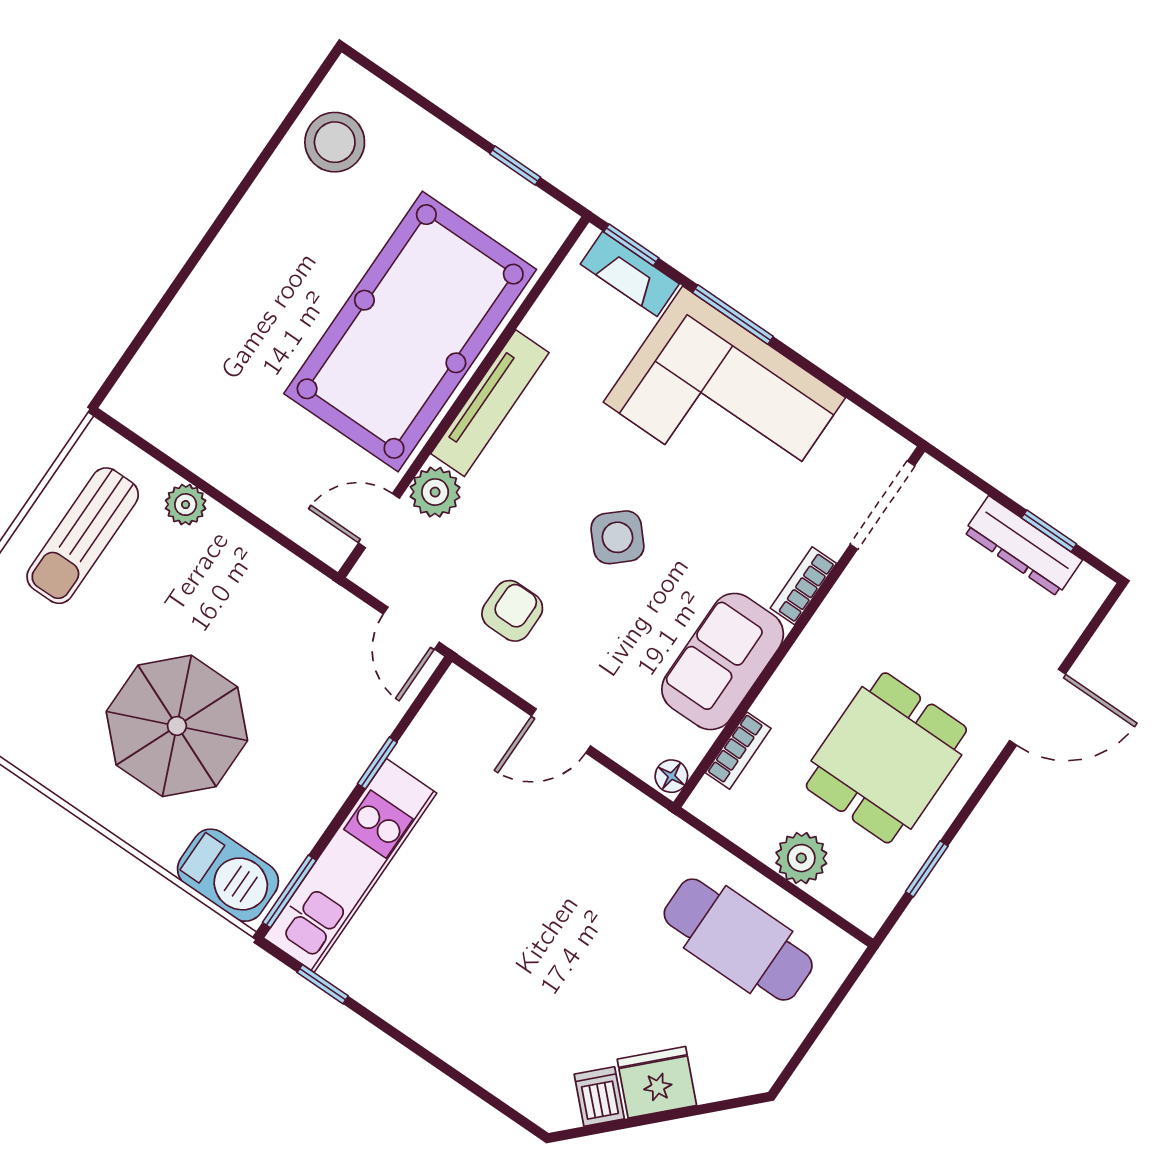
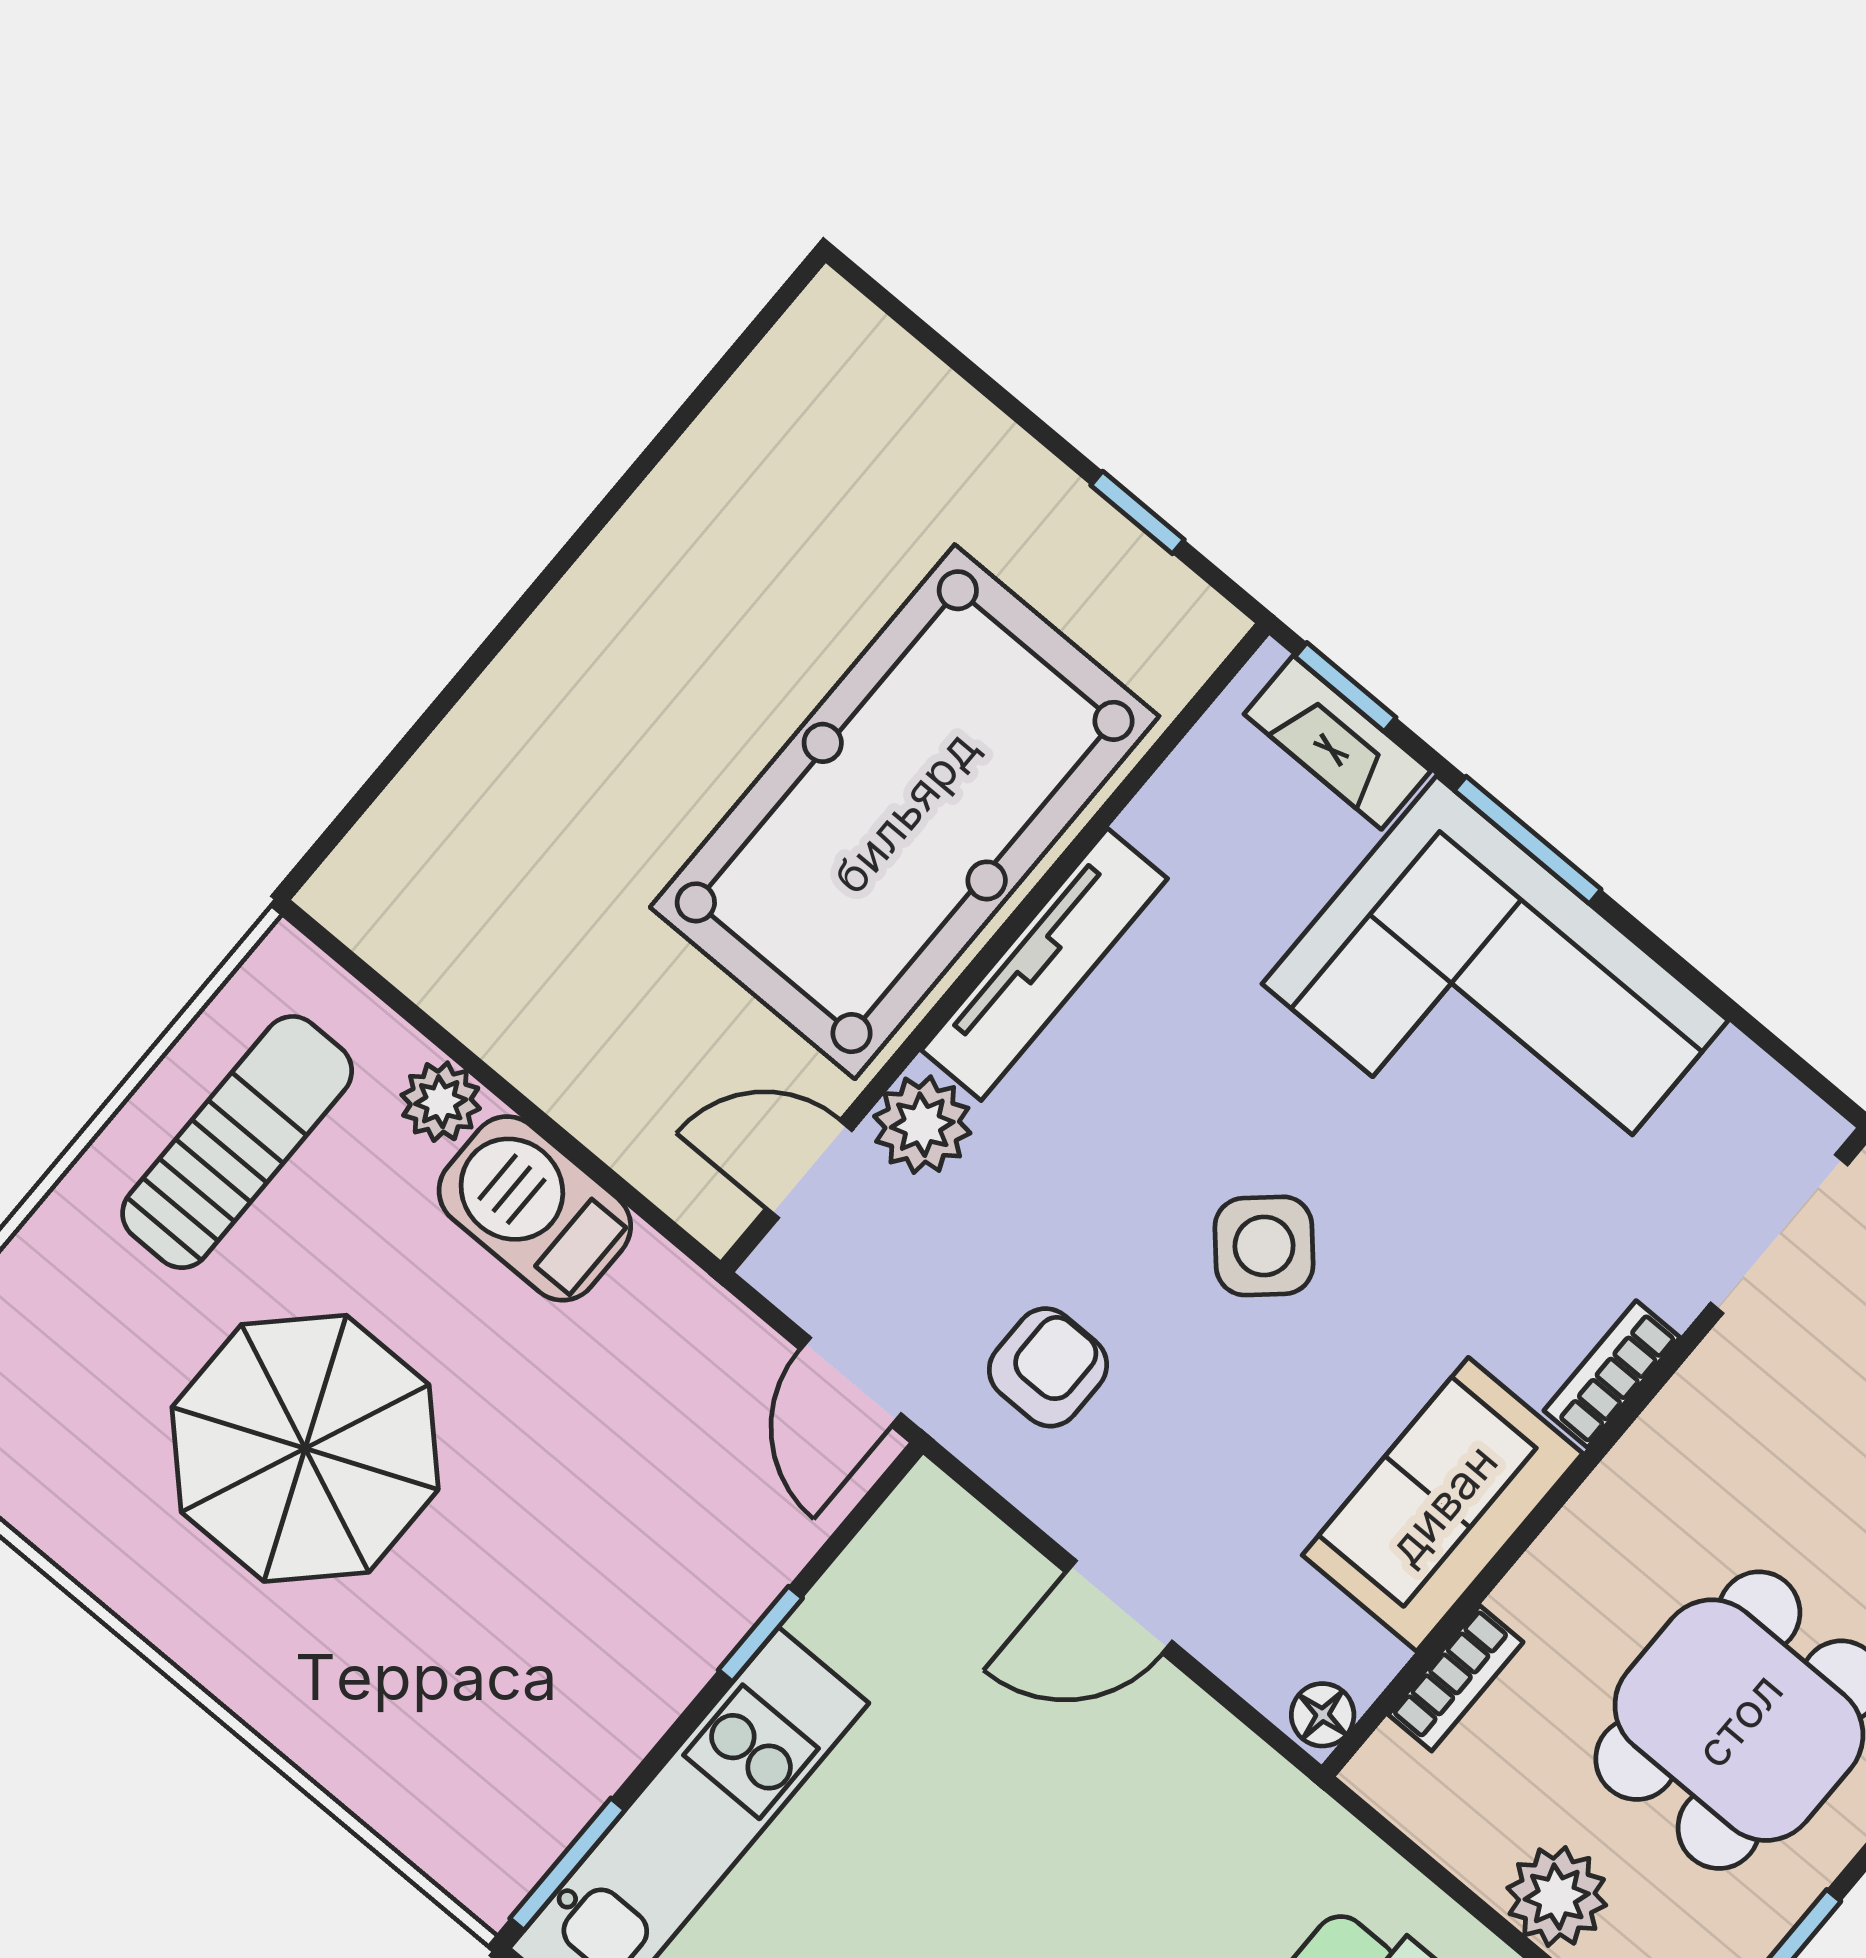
stool: (335, 142) -> (795, 434), removed
sun lounger: (83, 536) -> (237, 1142), turned 180
parasol: (177, 726) -> (305, 1448), moved
barbecue: (228, 875) -> (535, 1208), moved, turned 180

